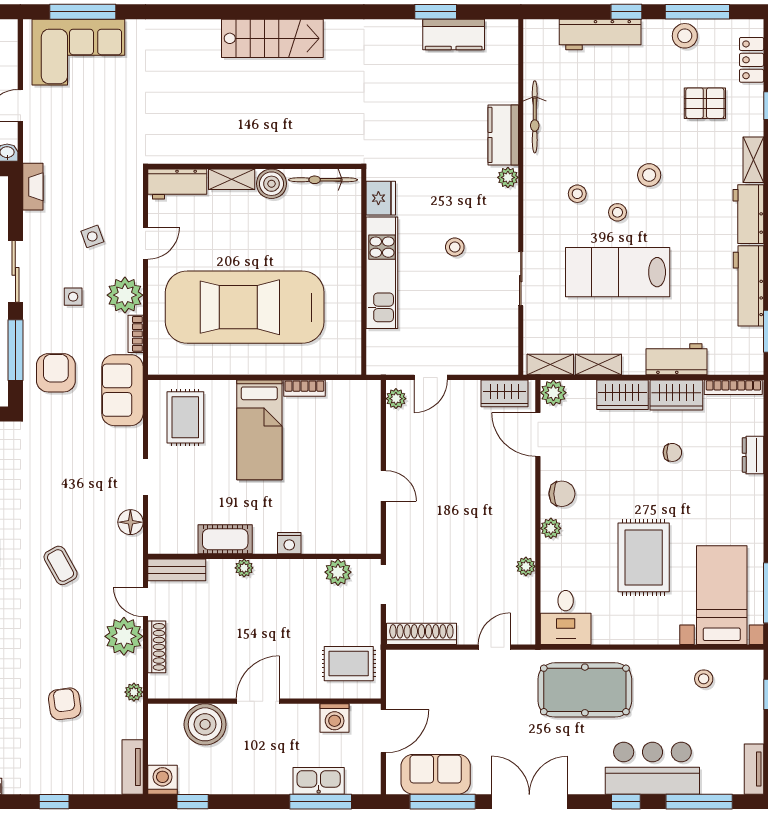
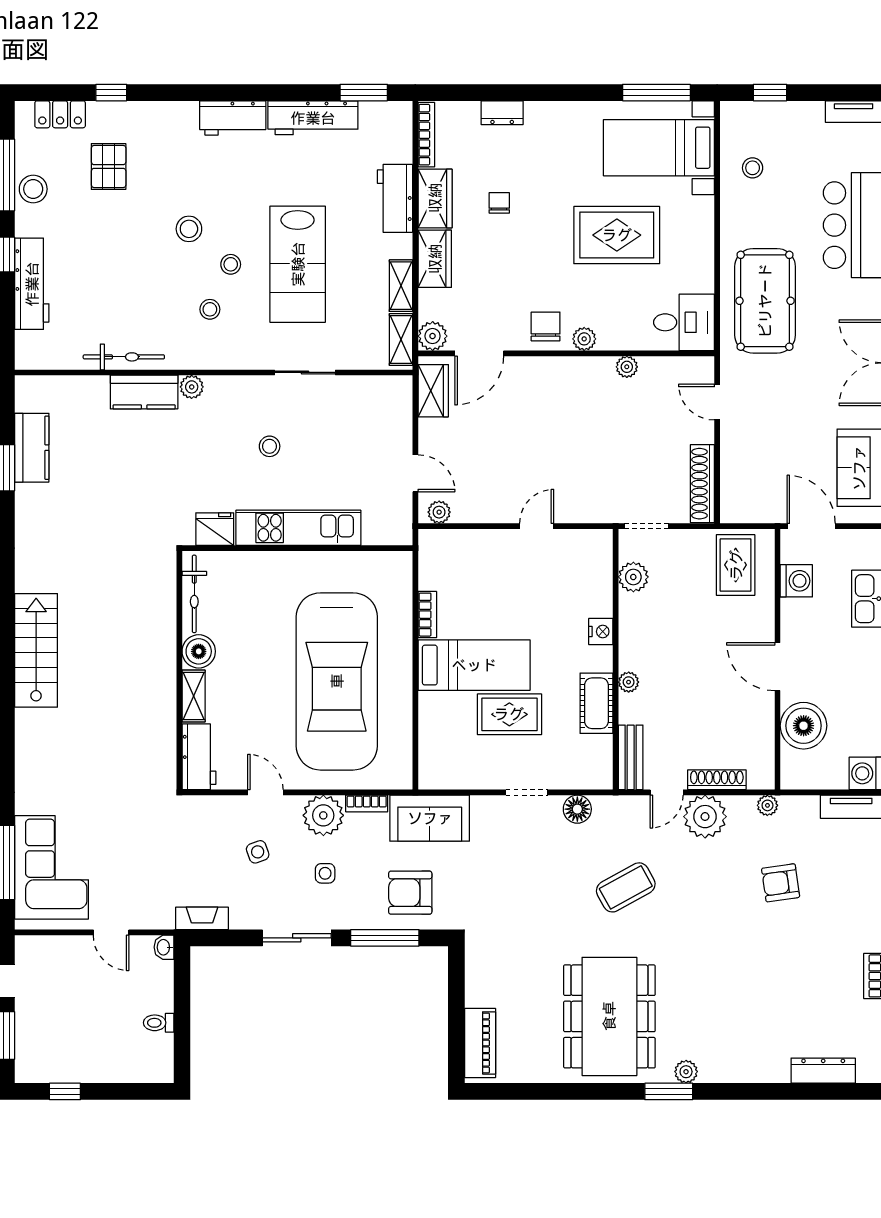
shelving: (753, 160) -> (172, 112), removed
rug: (185, 417) -> (509, 714), moved
coffee table: (61, 565) -> (626, 887), width x1.36, depth x1.30

